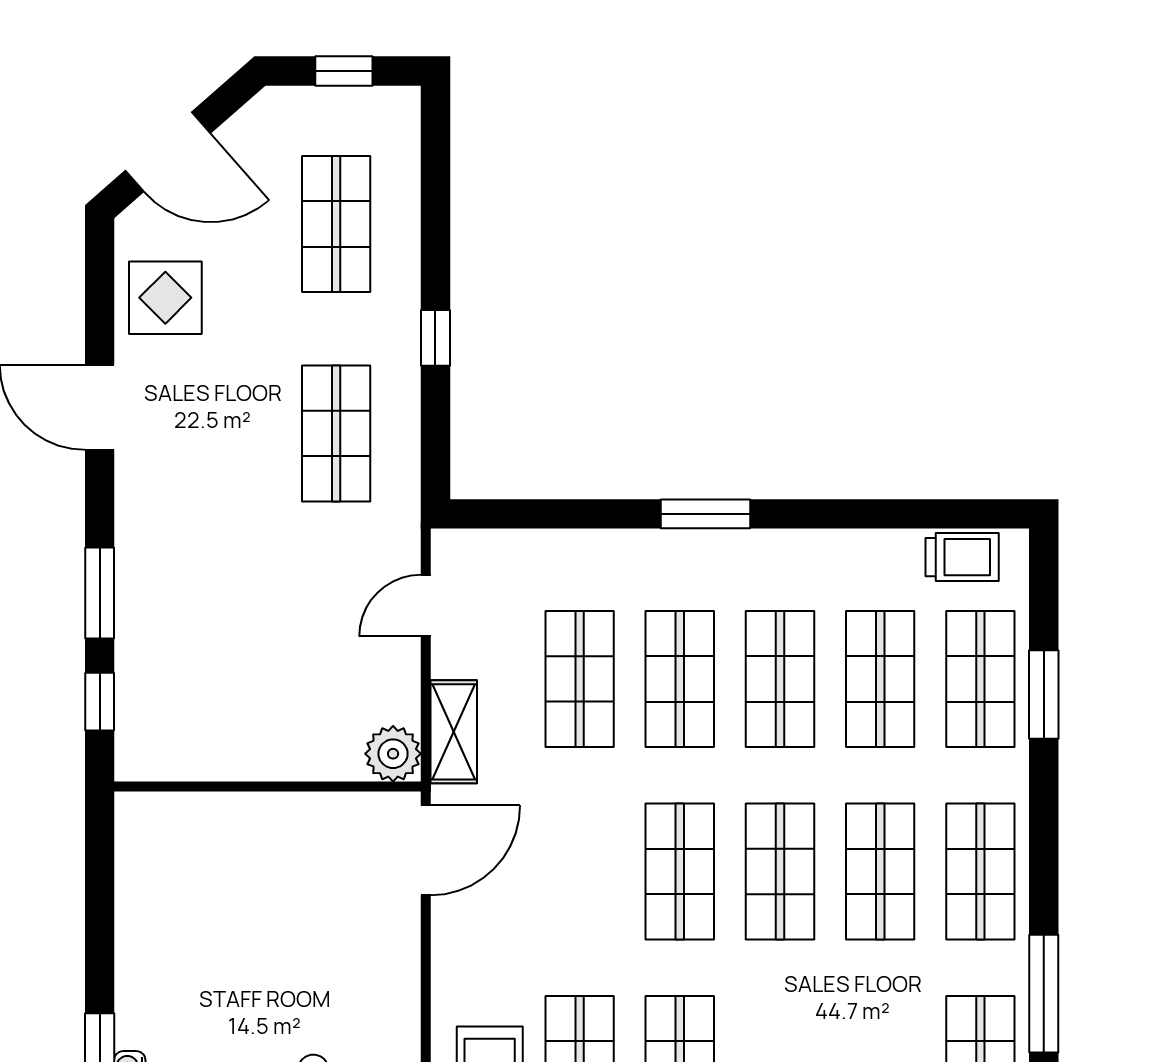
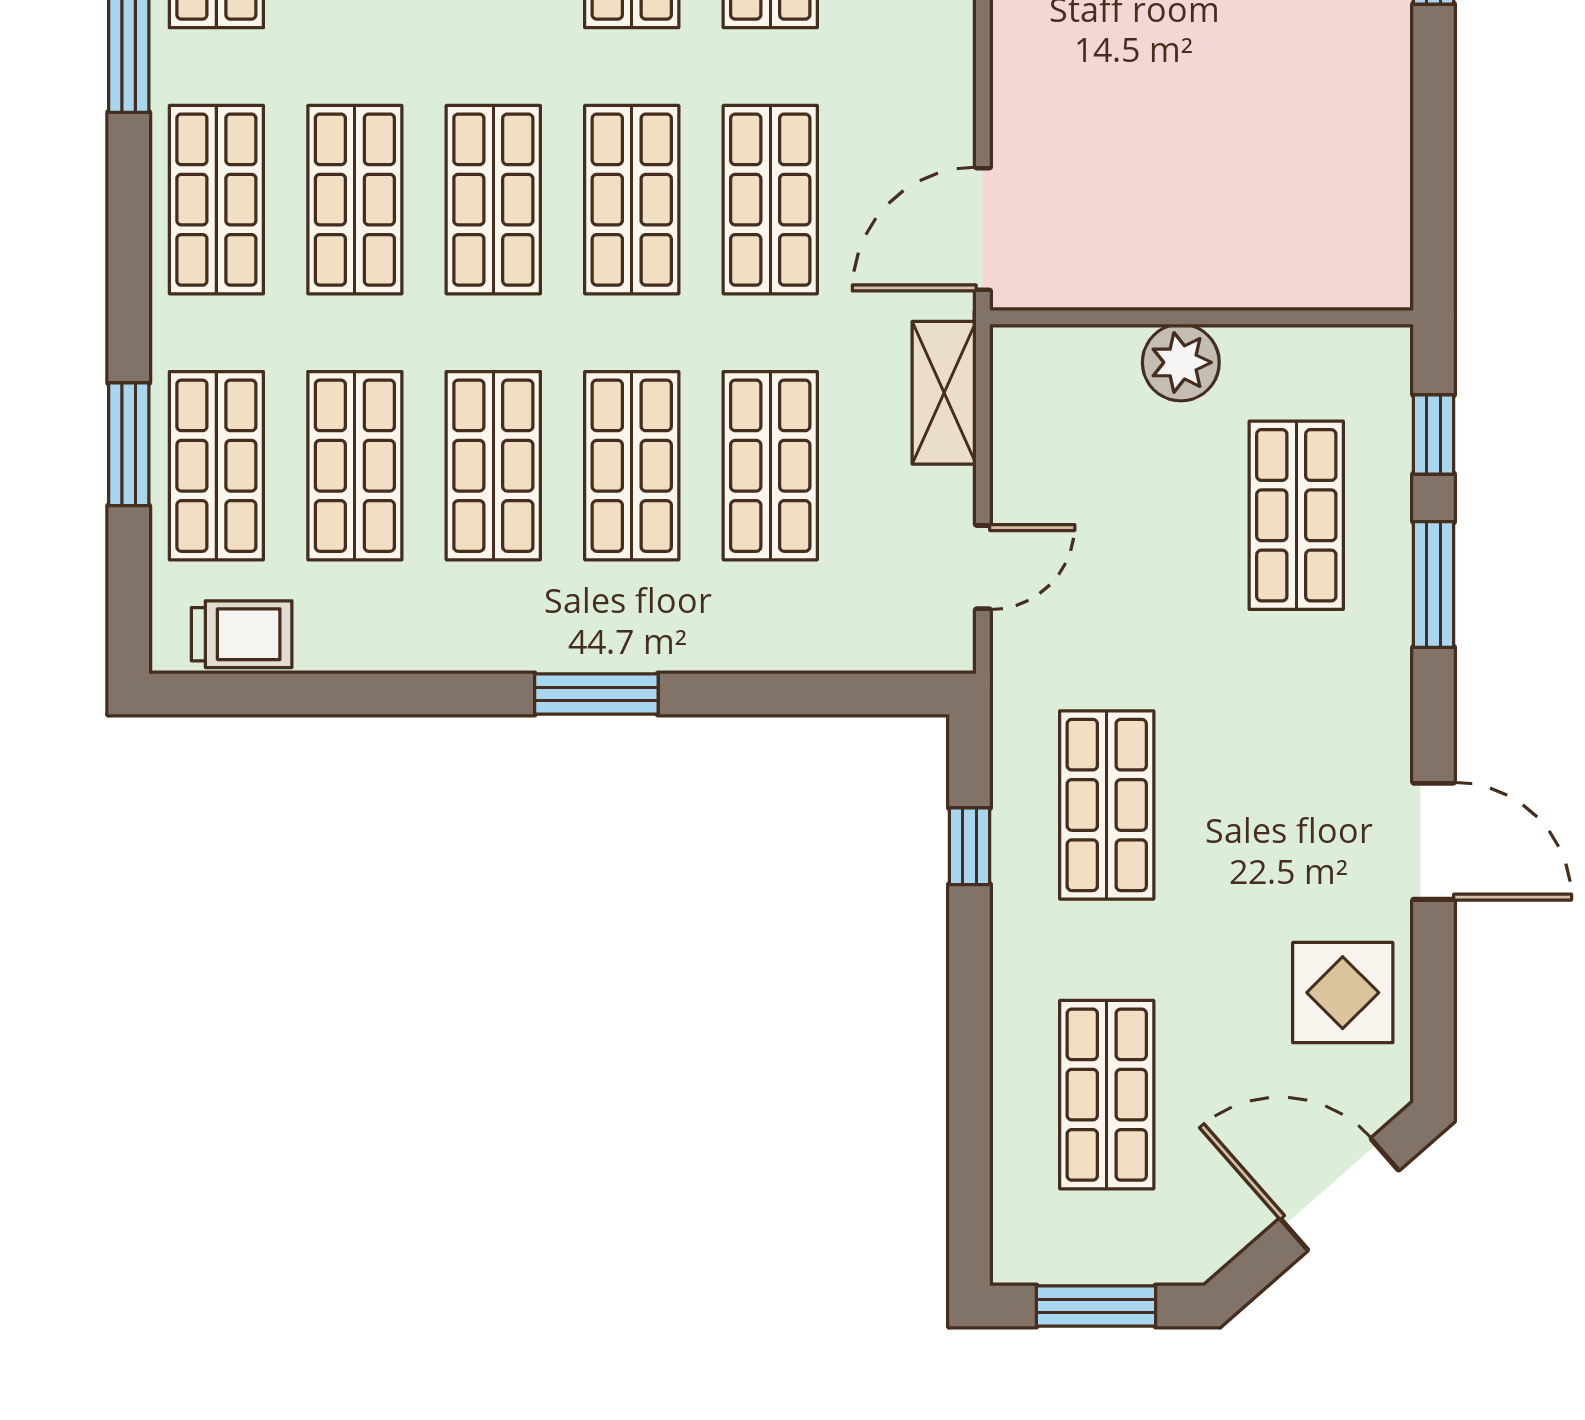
window: (344, 71) -> (1096, 1306), width x1.50
window: (435, 338) -> (969, 846), moved
trolley: (962, 557) -> (242, 634), turned 180
shop shelf: (199, 643) -> (1296, 515), added
plant: (393, 754) -> (1181, 362), moved
shop shelf: (580, 872) -> (770, 200), added

